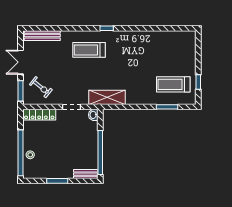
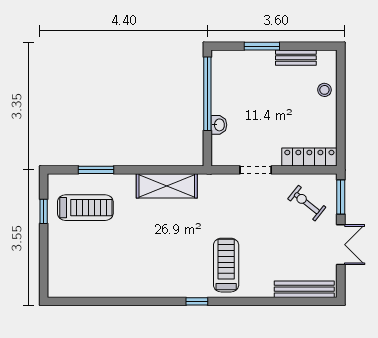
treadmill: (89, 50) -> (226, 265), turned -90
shelving: (107, 97) -> (167, 186), moved
washbasin: (93, 115) -> (219, 125), moved
window: (20, 153) -> (341, 93), removed
bench: (86, 174) -> (296, 58), moved
window: (57, 181) -> (262, 46), moved

